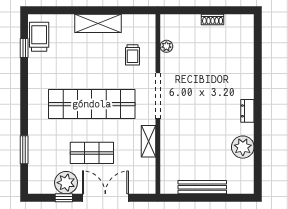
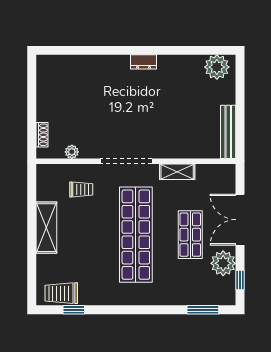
shoe rack: (213, 19) -> (42, 135), moved
plant: (243, 147) -> (217, 67), moved
window: (24, 150) -> (203, 310), moved
bench: (202, 187) -> (228, 132), moved
window: (64, 198) -> (240, 280), moved

